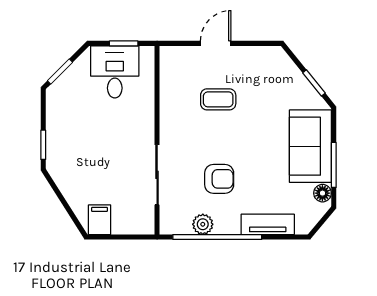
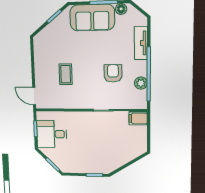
door: (216, 43) -> (34, 96), moved
filing cabinet: (100, 220) -> (138, 119), moved

